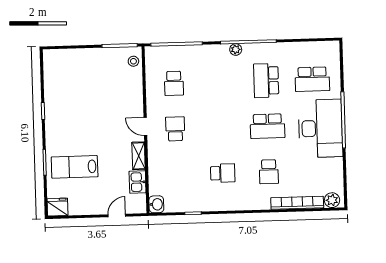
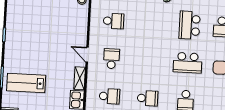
school desk: (174, 83) -> (114, 21), turned -90
school desk: (177, 174) -> (109, 96), added

